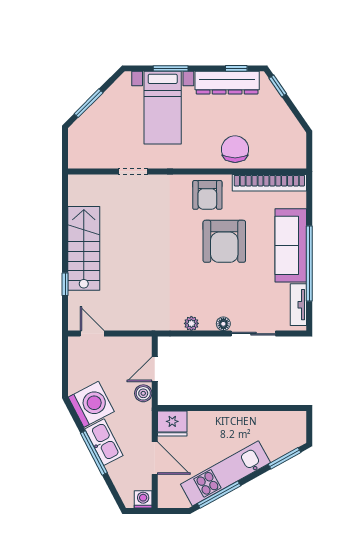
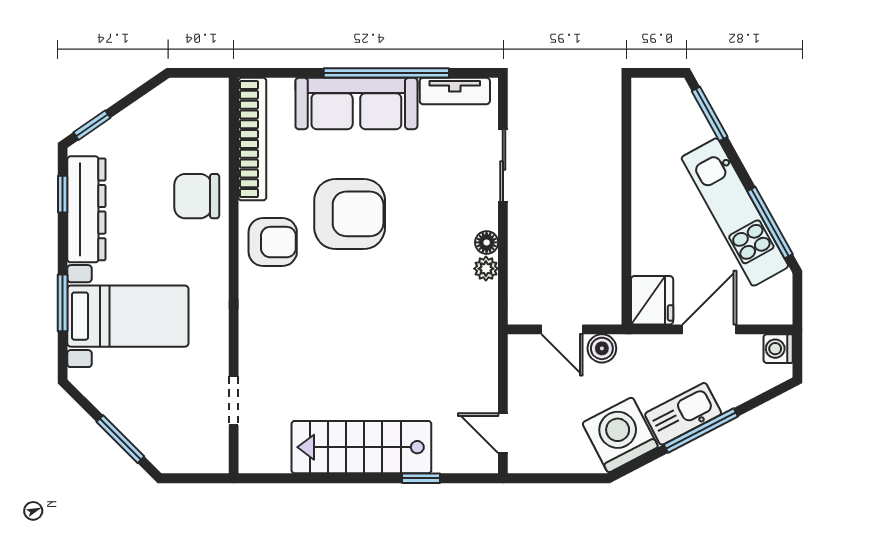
doorway: (133, 171) -> (234, 401), moved
floor lamp: (223, 324) -> (487, 242), moved
door: (92, 334) -> (503, 433), hinge flipped

